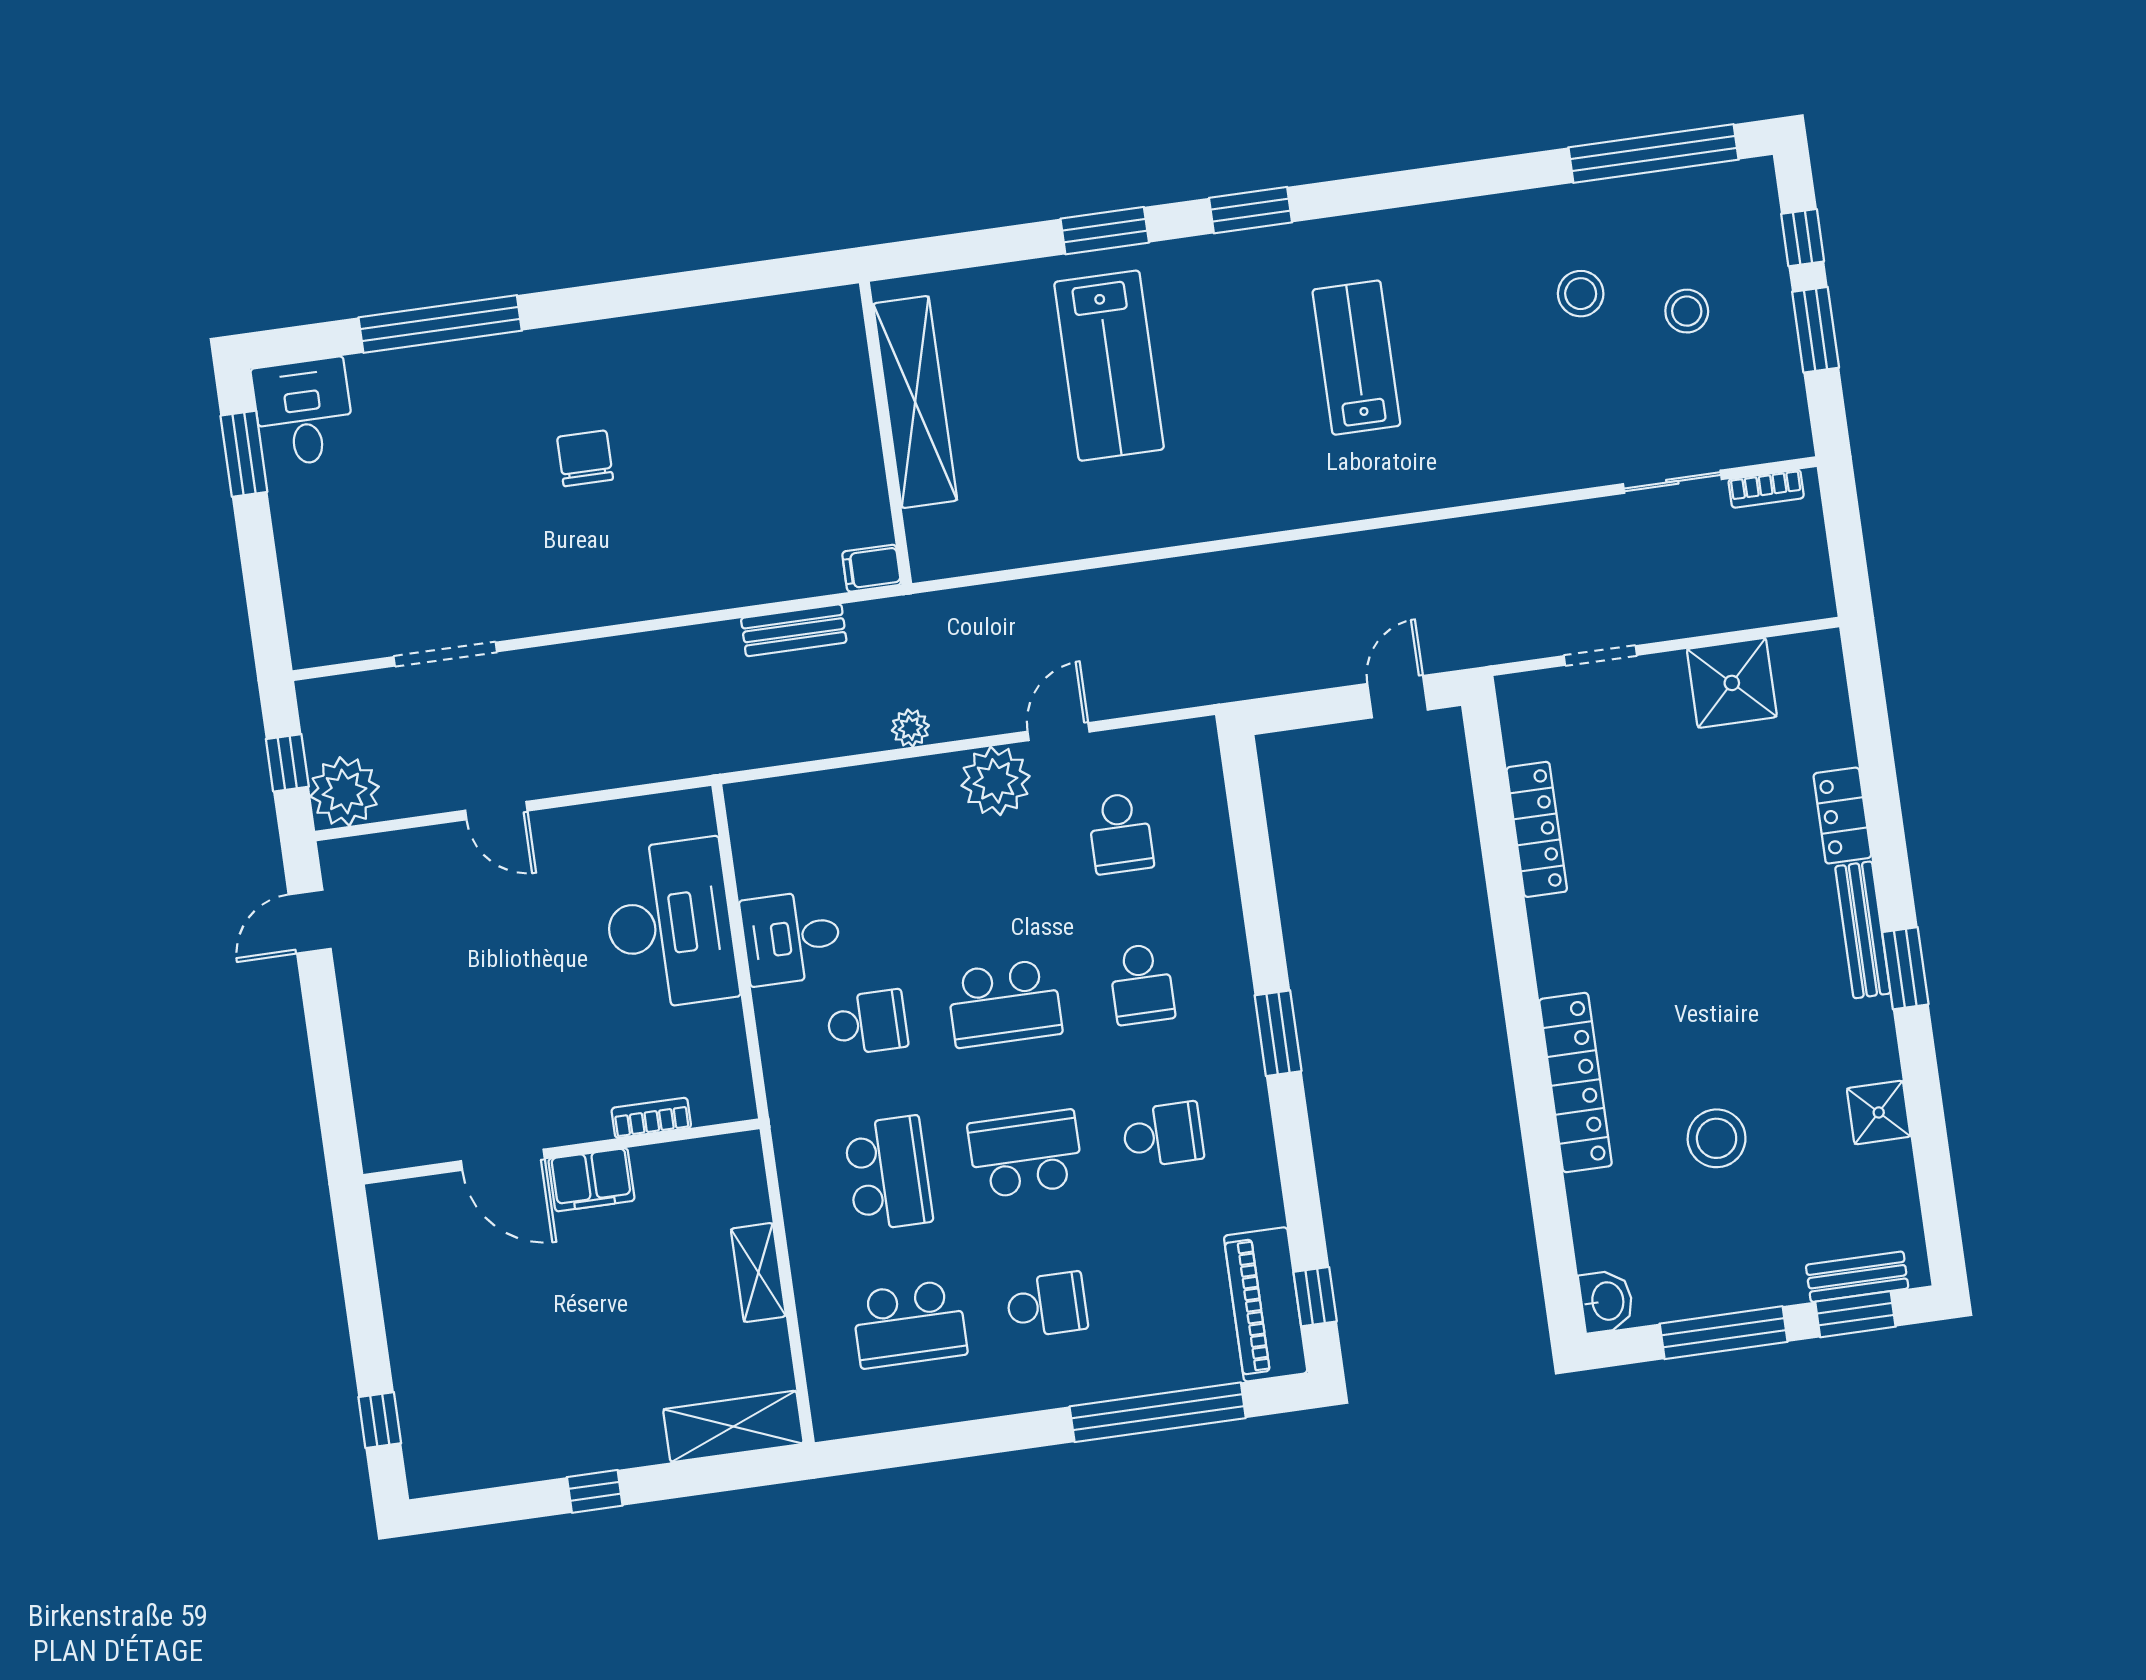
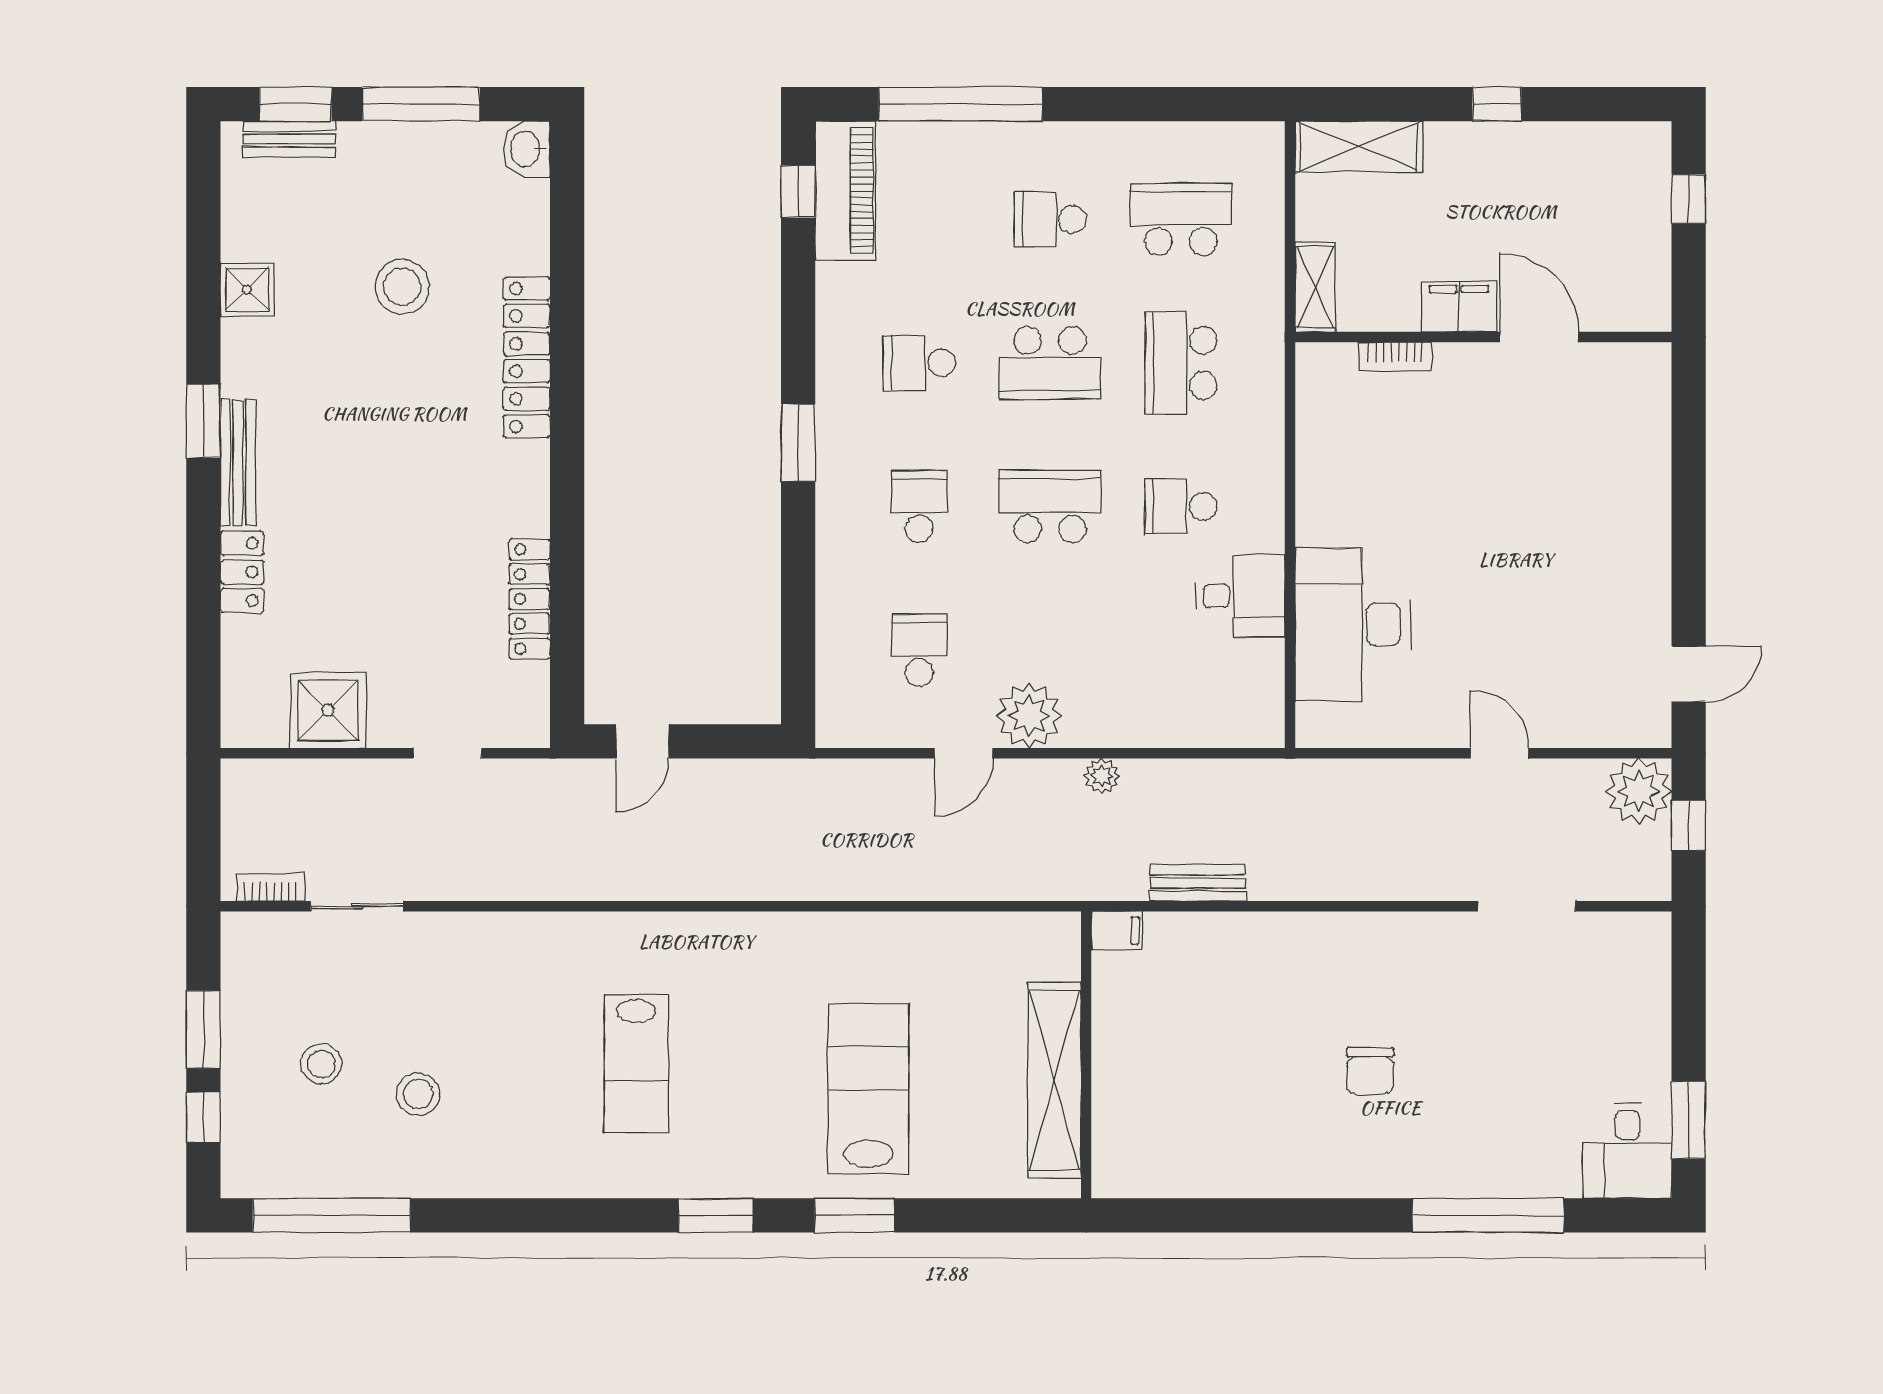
bookcase: (651, 1118) -> (1395, 357), moved
wall: (562, 1151) -> (1483, 337), moved
door: (503, 1160) -> (1539, 337), moved
filing cabinet: (591, 1180) -> (1459, 307), moved

